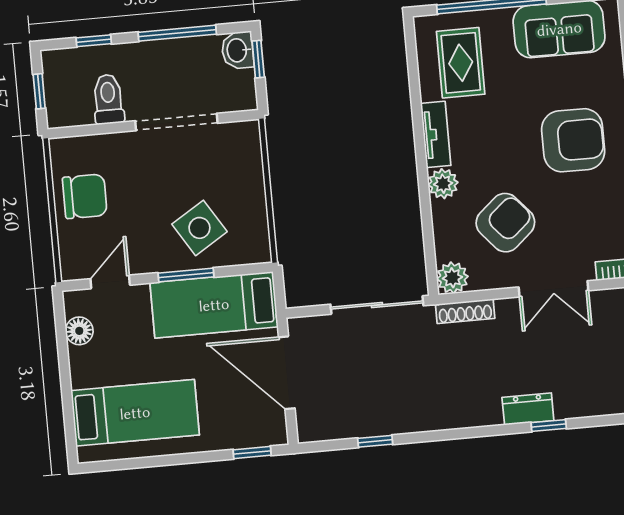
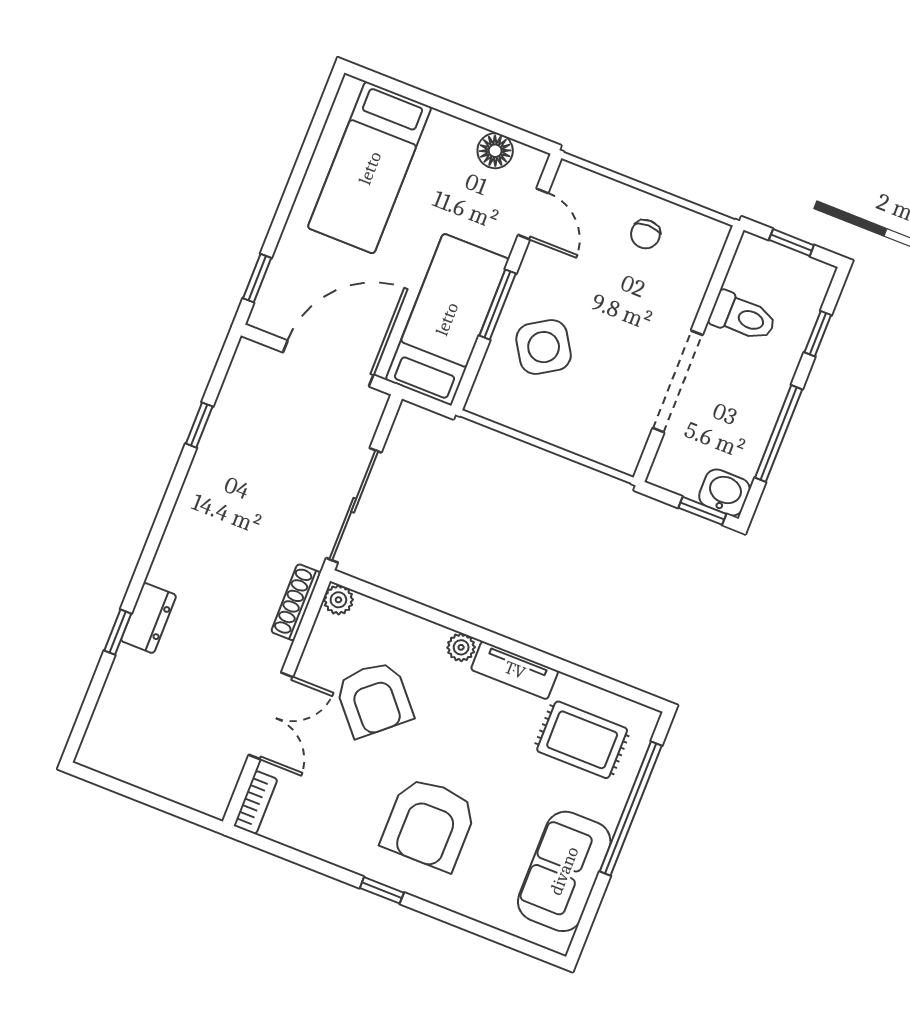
plant: (443, 184) -> (461, 647), width x0.73, depth x0.73
chair: (85, 196) -> (645, 234), width x0.54, depth x0.54
plant: (452, 278) -> (338, 600), width x0.73, depth x0.73
double door: (554, 289) -> (271, 716), swing flipped

